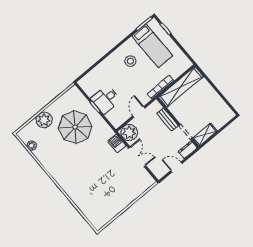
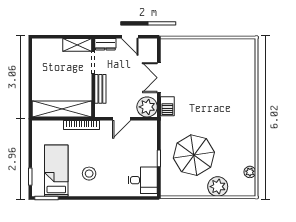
desk: (106, 99) -> (143, 180), moved

